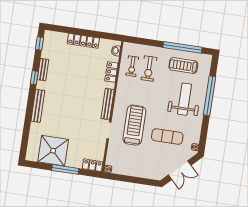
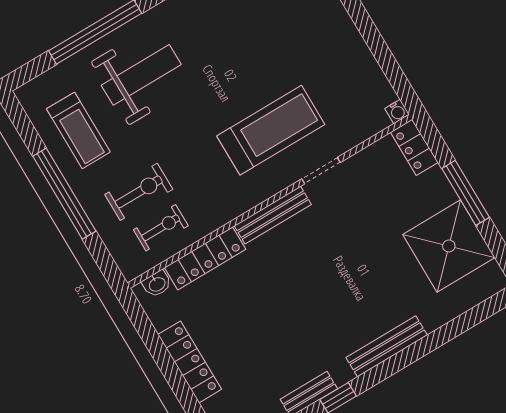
window: (182, 47) -> (64, 194), moved
locker: (111, 72) -> (205, 258), width x1.53
weight bench: (184, 99) -> (141, 75), turned 180
treadmill: (134, 125) -> (271, 130), turned 180
exercise mat: (167, 136) -> (240, 49), removed

